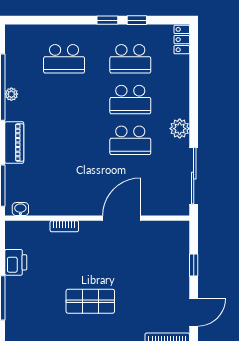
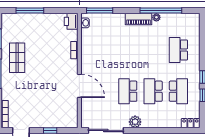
school desk: (130, 59) -> (178, 91), turned 180
piano: (14, 143) -> (139, 19), moved
printer: (16, 262) -> (71, 21), moved, turned 90
shop shelf: (90, 301) -> (17, 58), moved

